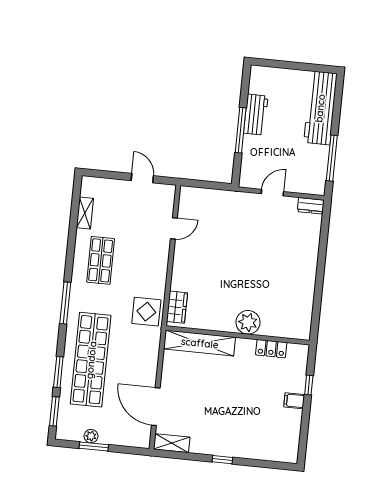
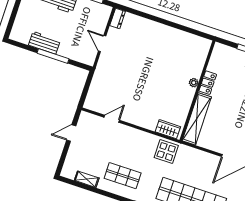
door: (174, 228) -> (112, 119), hinge flipped
plant: (248, 322) -> (194, 83), width x0.53, depth x0.53
locker: (271, 349) -> (208, 83), moved

